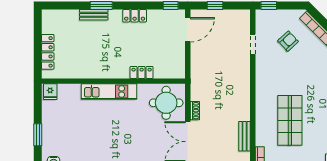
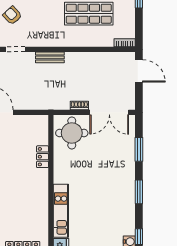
kitchen unit: (109, 92) -> (61, 211), moved
bench: (245, 136) -> (50, 57), moved

